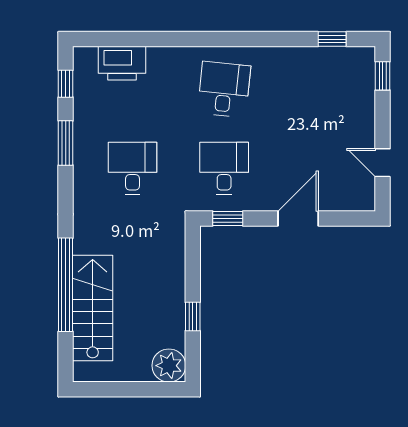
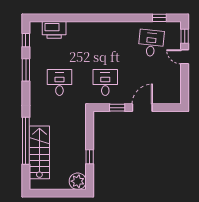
desk: (224, 89) -> (151, 43), moved
door: (383, 163) -> (185, 57), moved
window: (228, 218) -> (117, 108), moved

